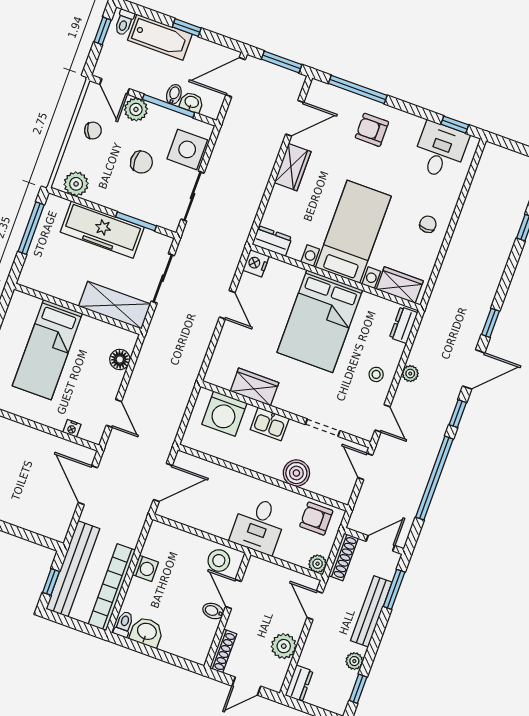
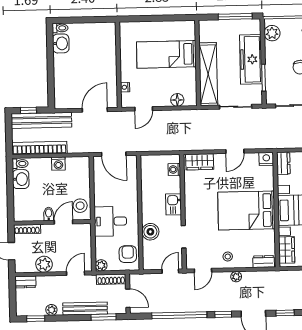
shelving: (115, 305) -> (208, 74), width x1.47
wardrobe: (255, 387) -> (200, 162), moved, turned 90
washing machine: (224, 414) -> (174, 169), width x0.53, depth x0.53

